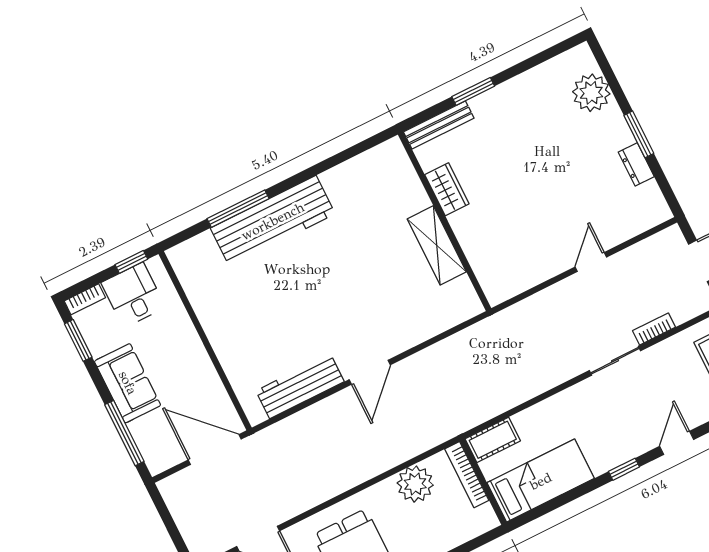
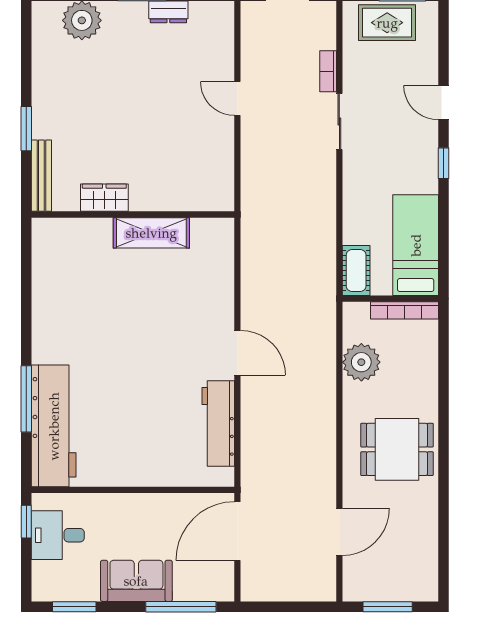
workbench: (273, 221) -> (54, 426), moved
bookcase: (85, 299) -> (39, 582), removed
bookcase: (467, 475) -> (405, 310), moved

